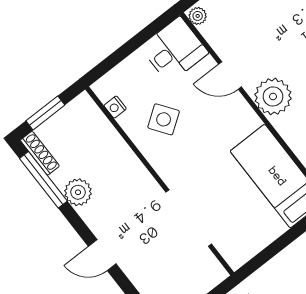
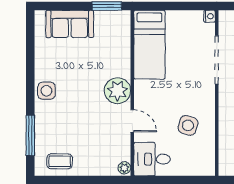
nightstand: (115, 107) -> (209, 16), moved
side table: (164, 119) -> (188, 125), turned -37

